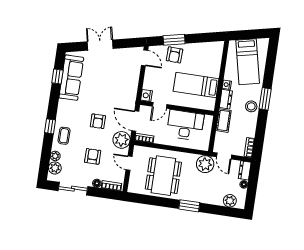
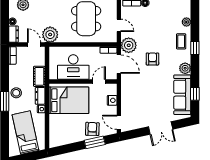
bed: (196, 85) -> (69, 100), width x1.50
nightstand: (147, 95) -> (112, 100), moved
armchair: (93, 156) -> (153, 27), removed
plant: (55, 168) -> (185, 68), moved

